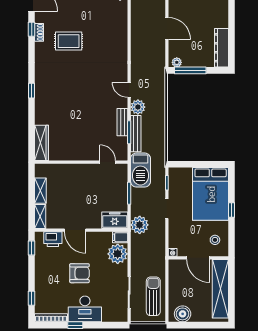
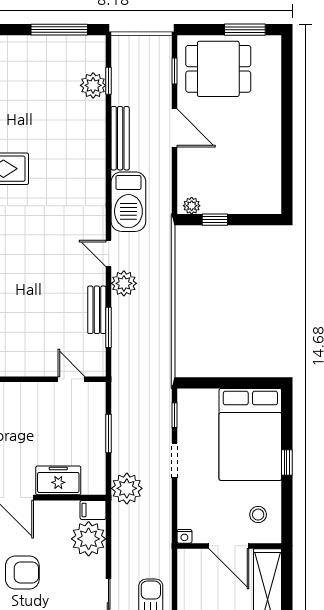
door: (167, 28) -> (174, 128), moved
dresser: (221, 48) -> (269, 180), removed
window: (190, 70) -> (215, 220), width x0.46
bench: (136, 134) -> (120, 138), moved
barbecue: (140, 170) -> (128, 202), moved
freezer: (115, 220) -> (58, 480), moved

